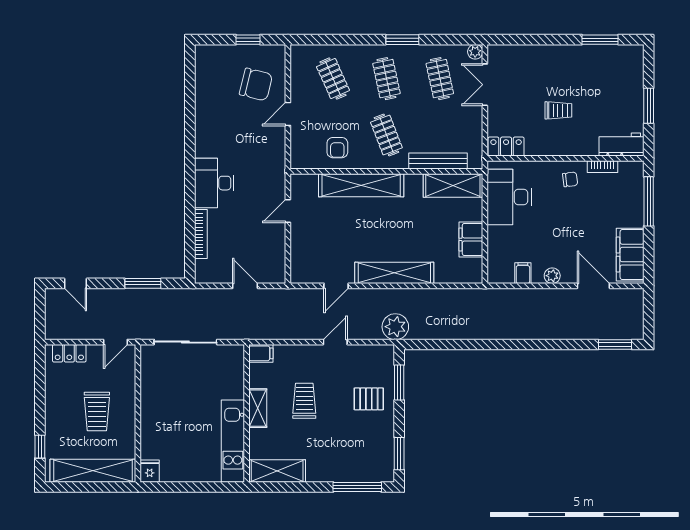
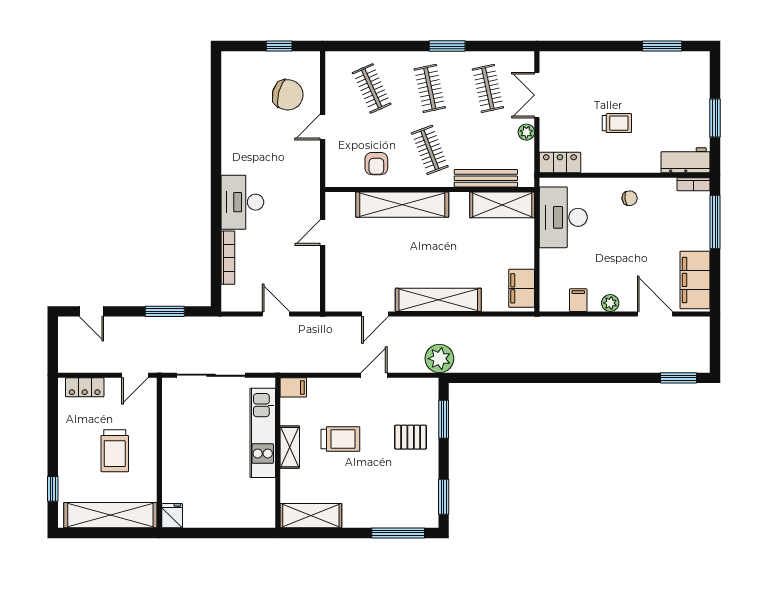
plant: (475, 52) -> (526, 132), moved
bookcase: (602, 167) -> (694, 184), moved
filing cabinet: (471, 239) -> (522, 288), moved
trolley: (304, 401) -> (340, 439), turned 90
kitchen unit: (233, 441) -> (263, 433), moved

